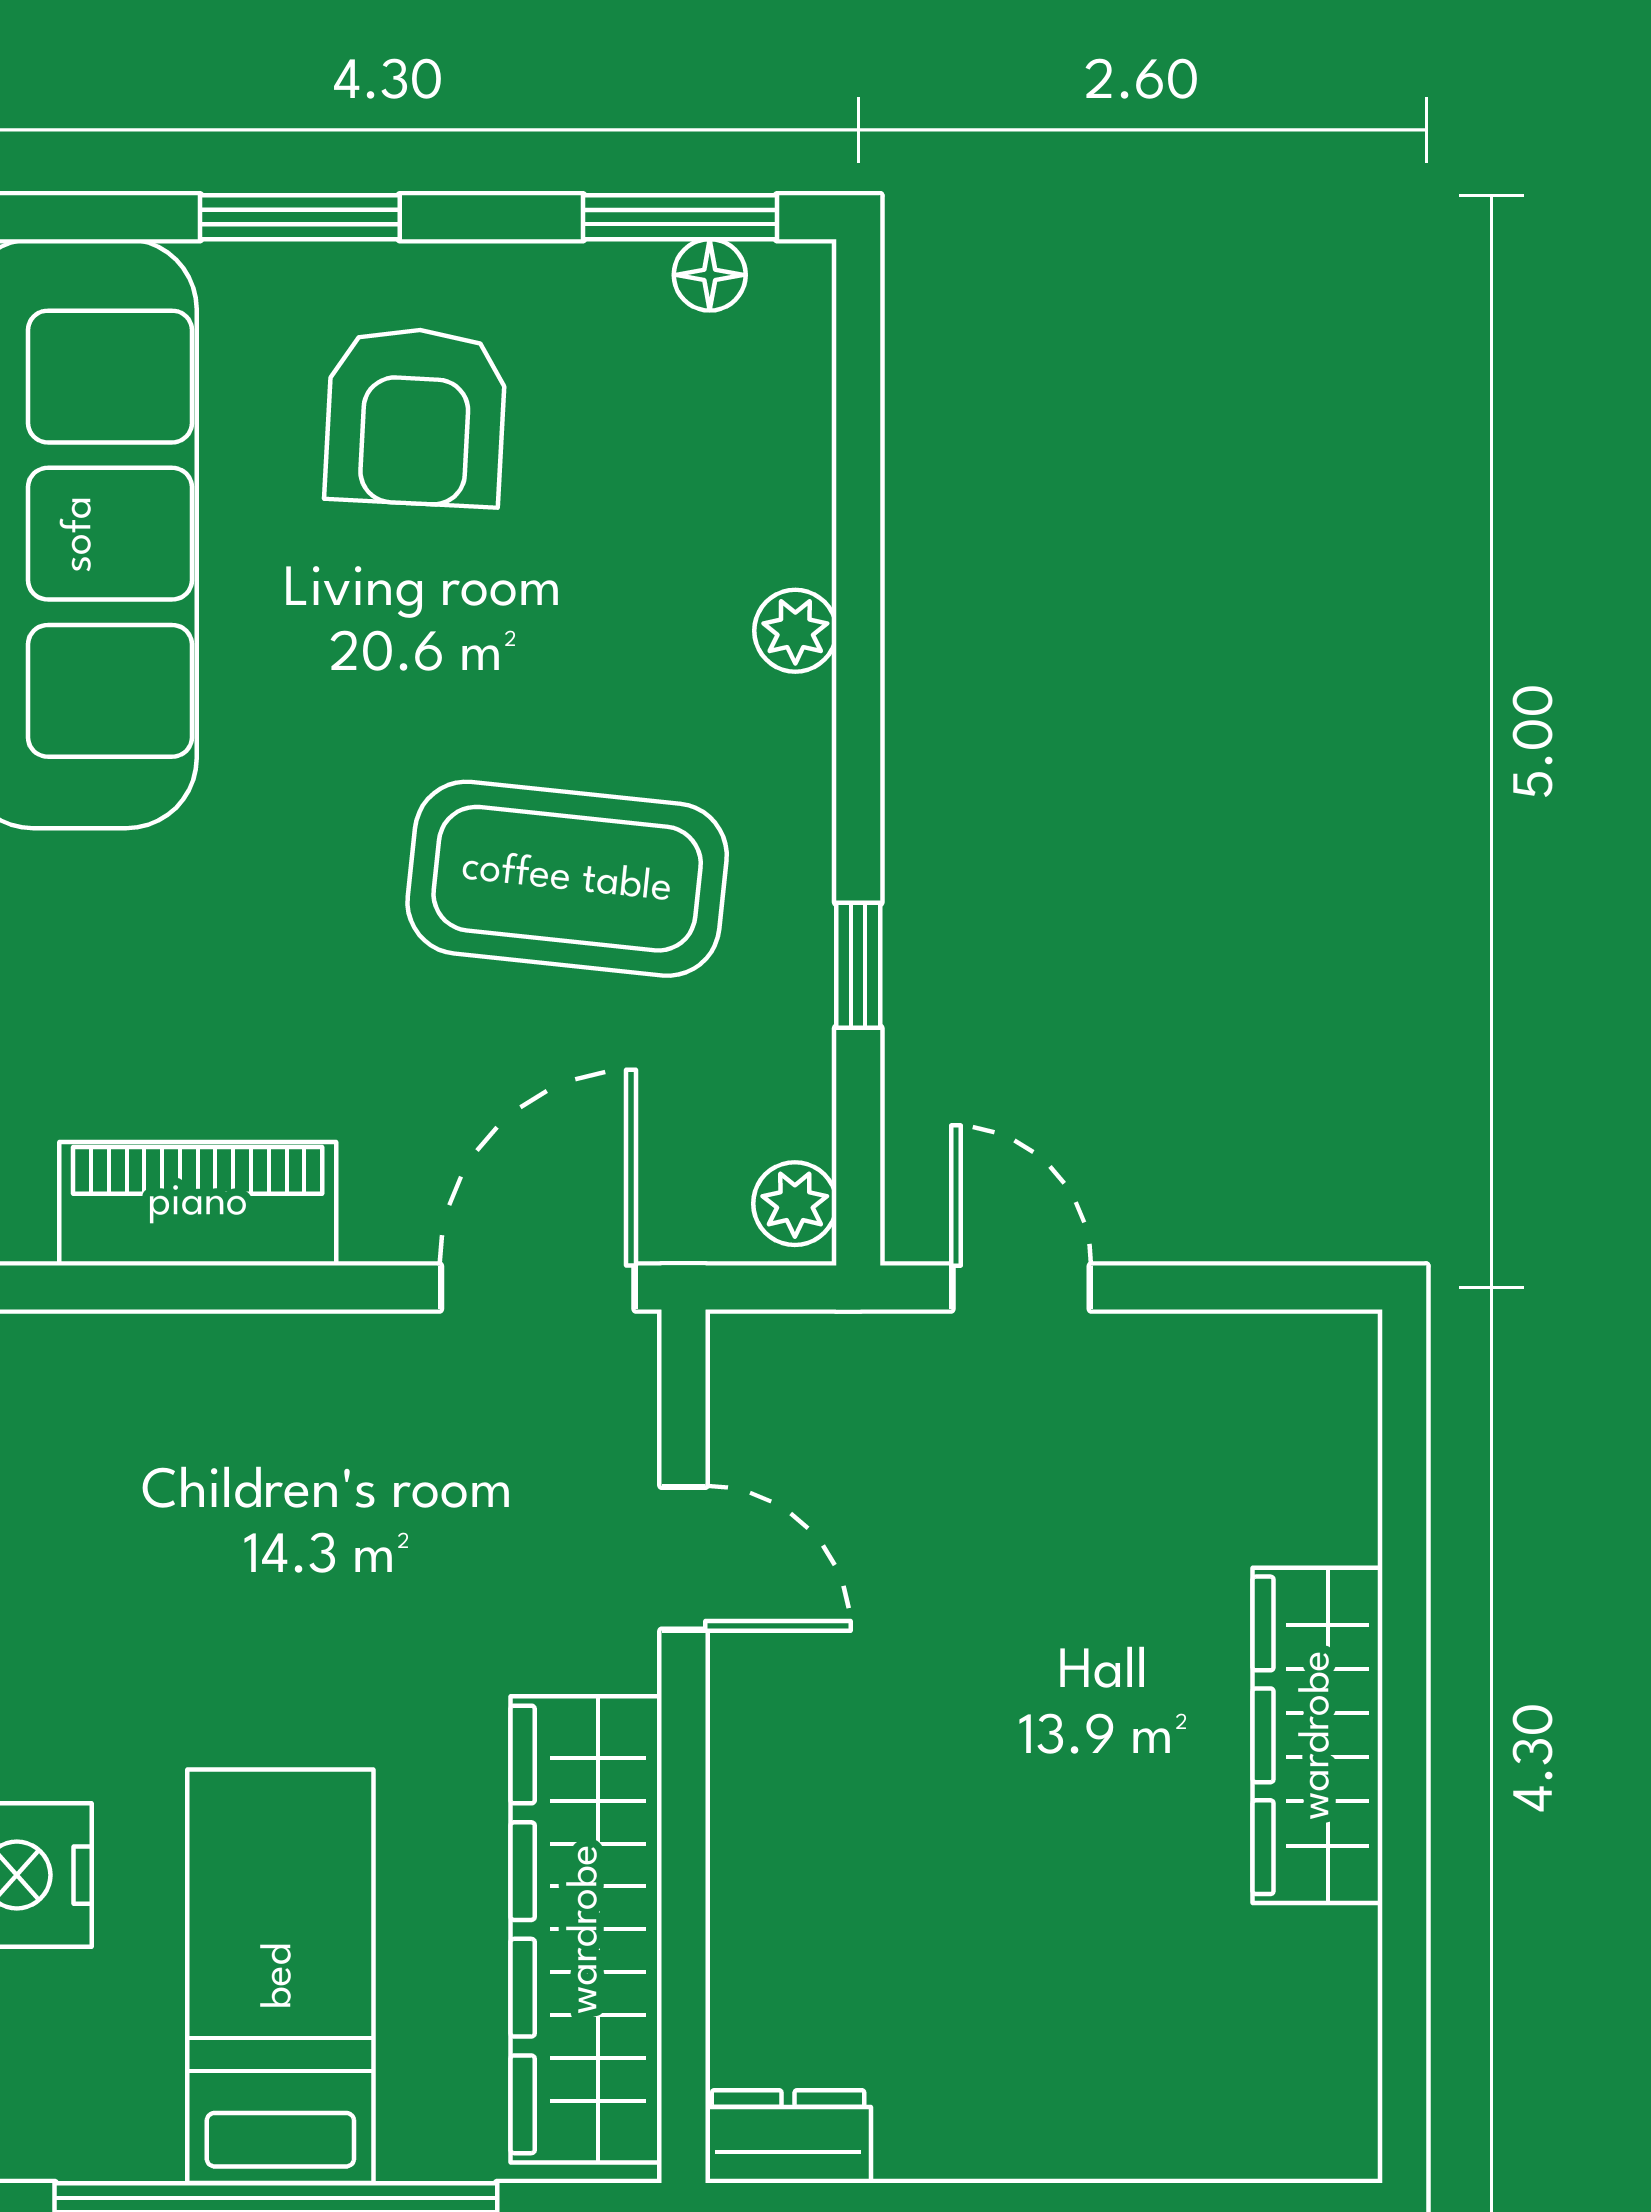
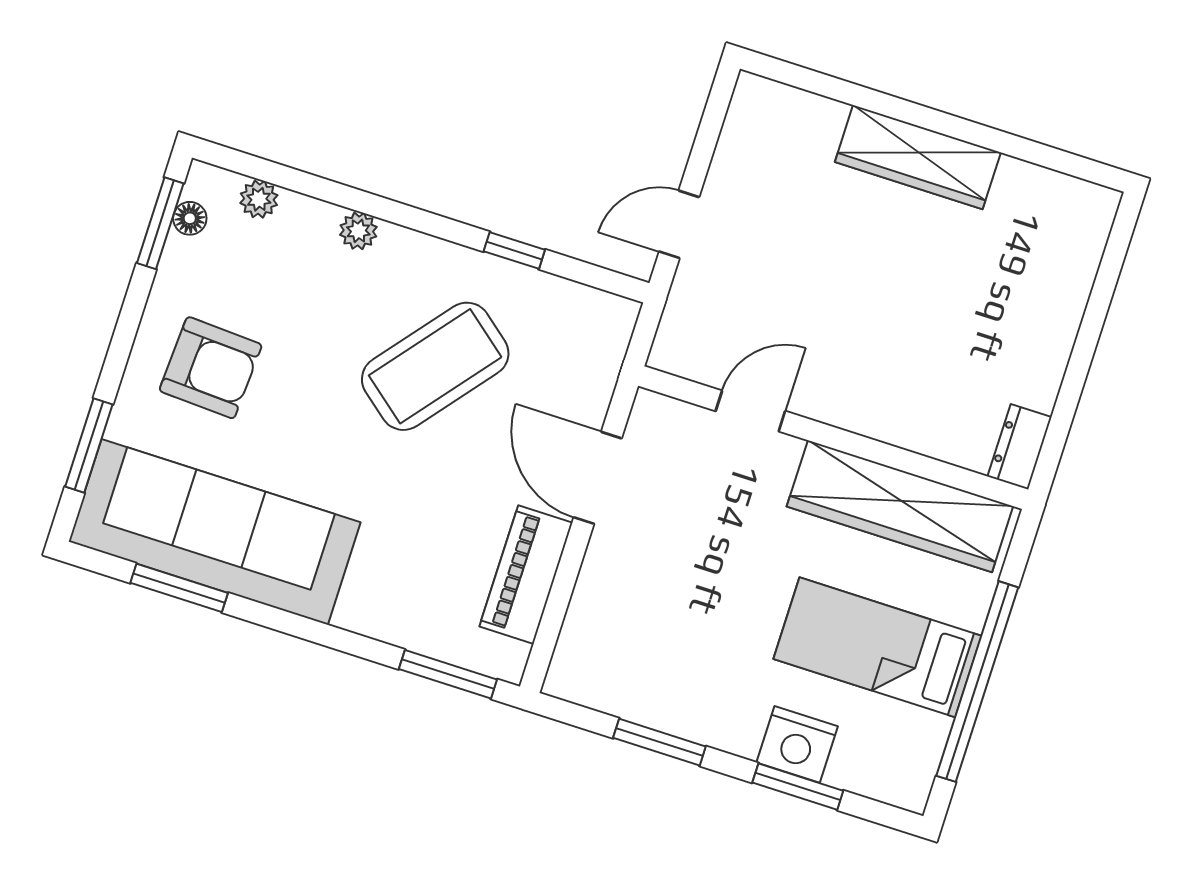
window: (300, 217) -> (89, 445), moved
coffee table: (567, 879) -> (435, 366), turned 33
plant: (795, 1204) -> (259, 199), moved
door: (538, 1288) -> (598, 478), moved

